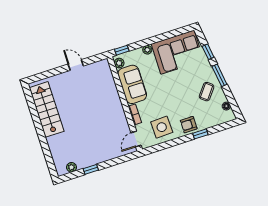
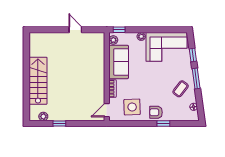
stairs: (47, 109) -> (38, 81), moved

